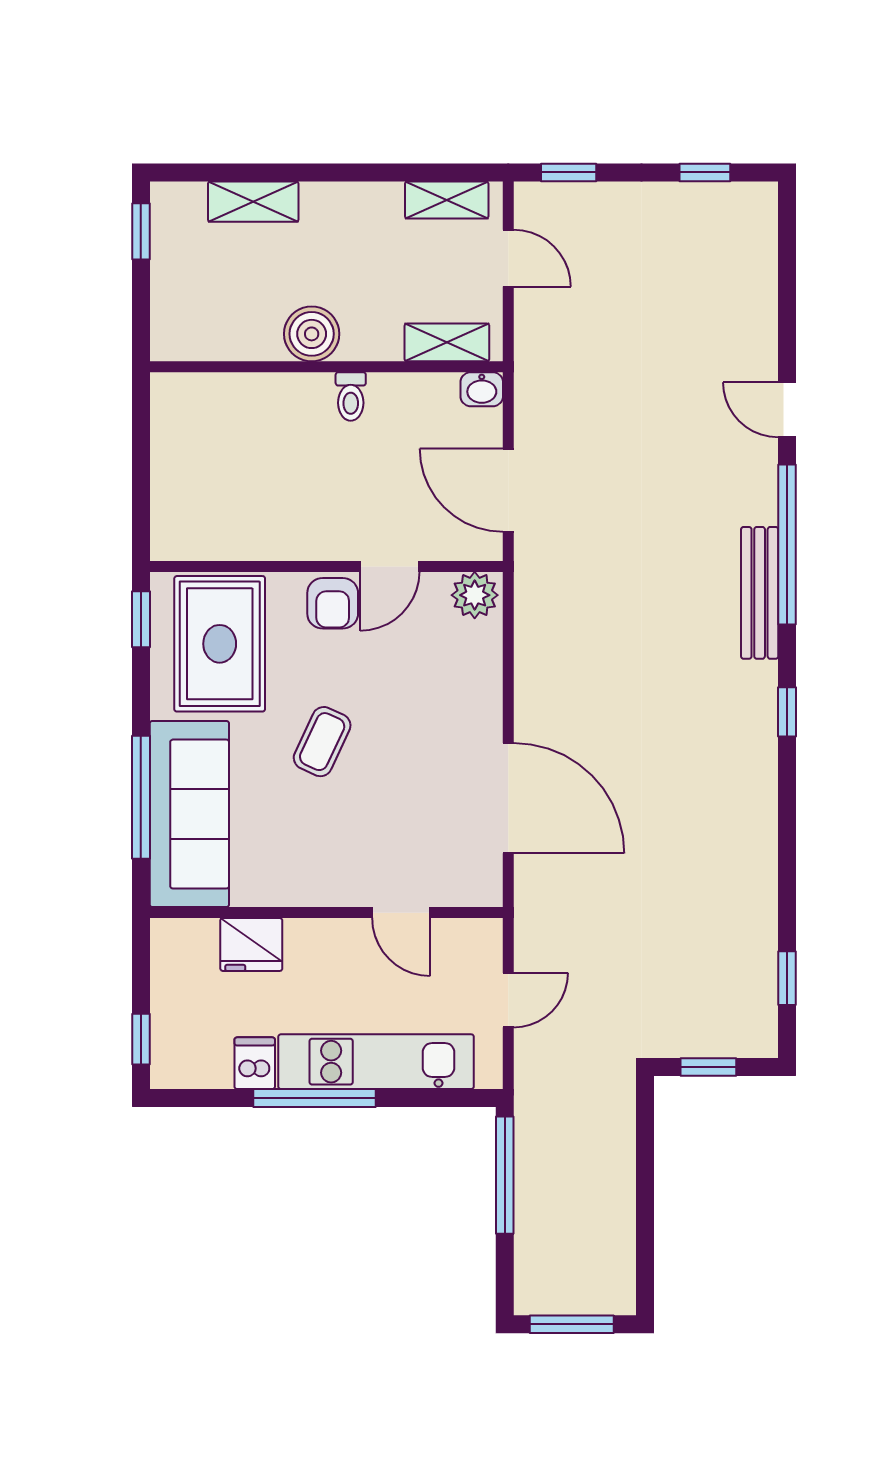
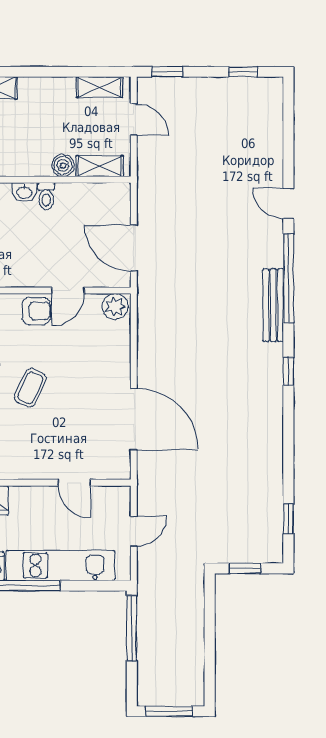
boiler: (312, 334) -> (63, 166), moved, width x0.73, depth x0.73
washbasin: (482, 389) -> (24, 192), moved
armchair: (333, 603) -> (36, 311), turned -90

